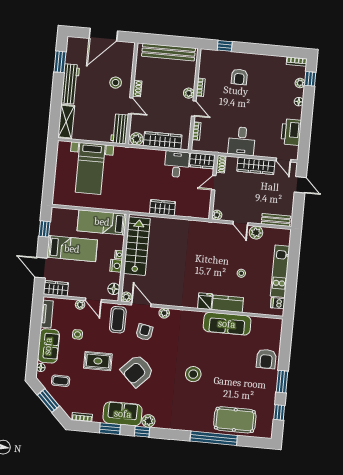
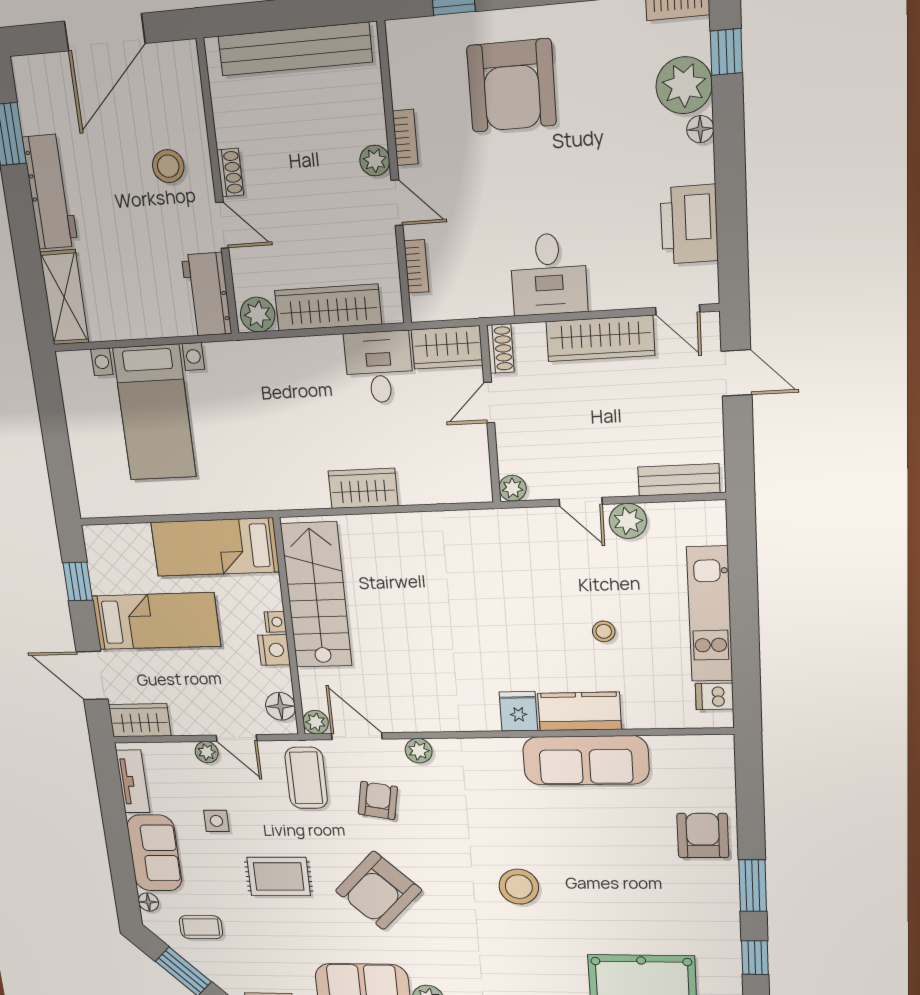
armchair: (239, 77) -> (512, 86), width x1.88, depth x1.88
plant: (300, 83) -> (684, 85), width x1.87, depth x1.87
armchair: (266, 359) -> (703, 835), turned 180

